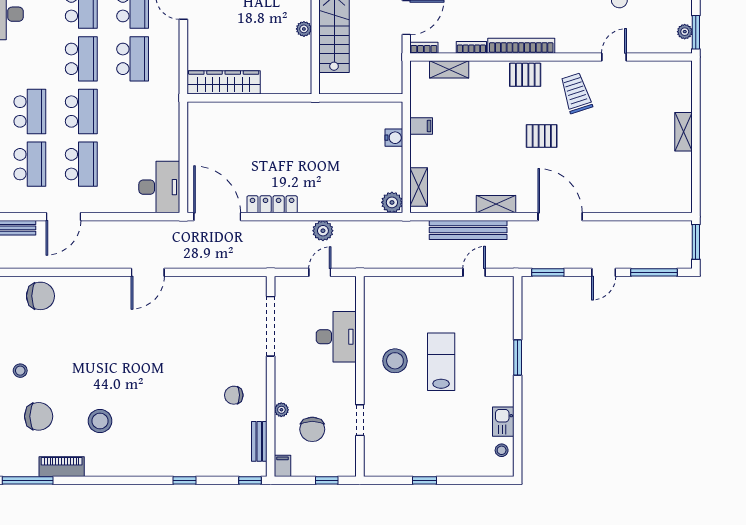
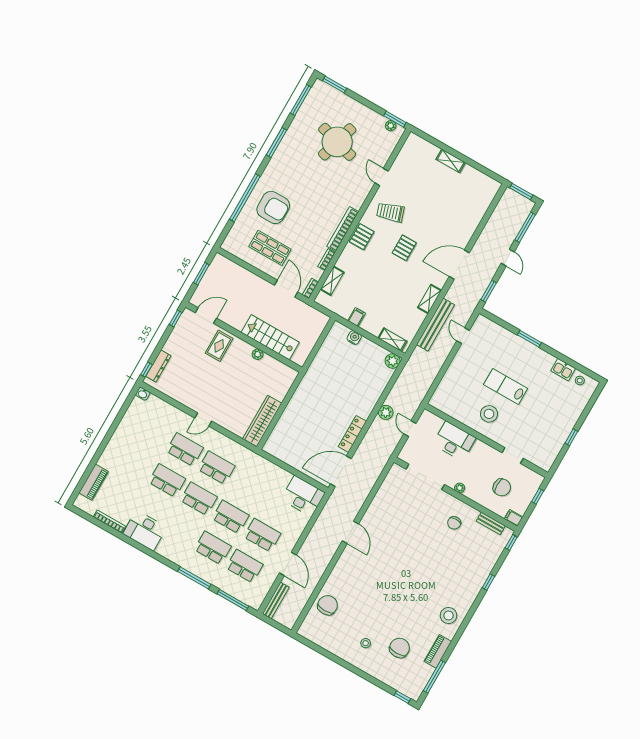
plant: (281, 410) -> (460, 488), moved
stool: (100, 421) -> (449, 616), moved

